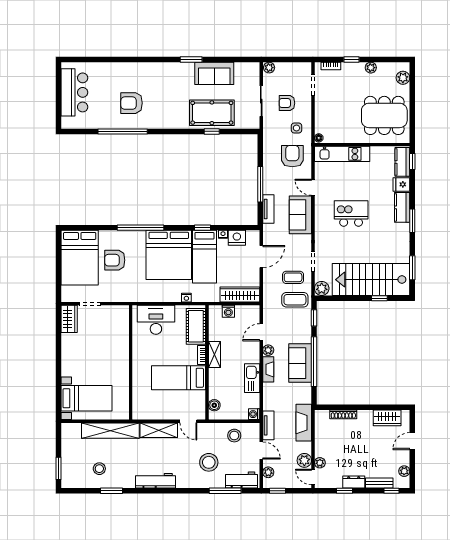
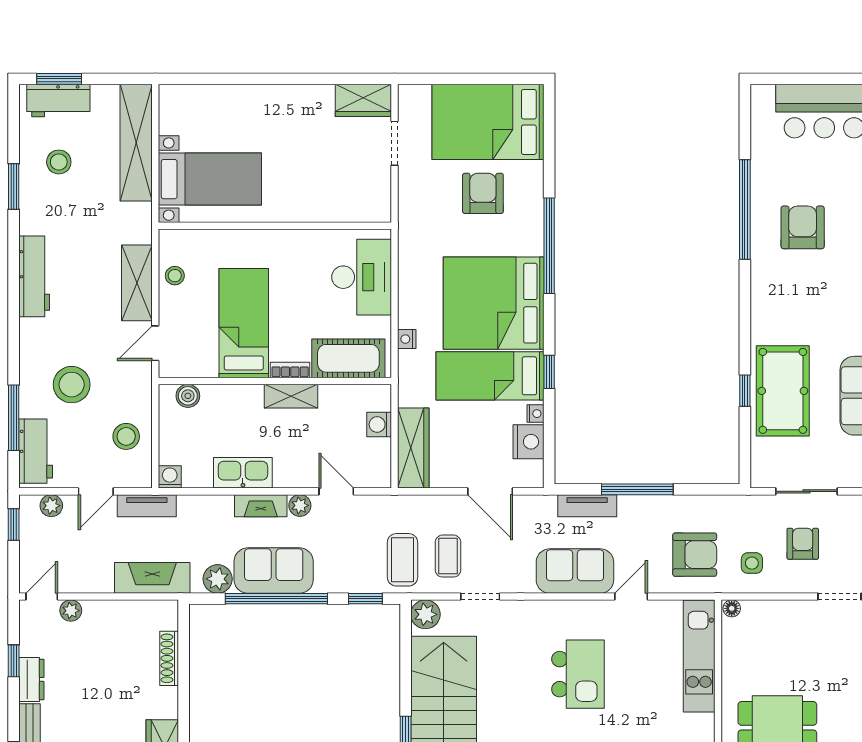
bed with nightstands: (86, 398) -> (210, 179), moved, turned -90
stool: (155, 412) -> (175, 276), added
shelving: (110, 431) -> (136, 143), moved
plant: (304, 460) -> (218, 579), moved
workbench: (69, 469) -> (58, 101), added

